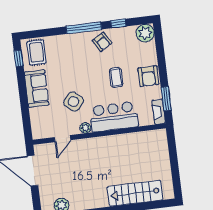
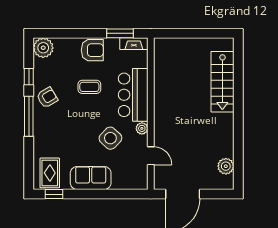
rug: (37, 52) -> (50, 173), turned 90

